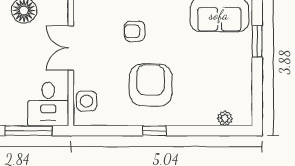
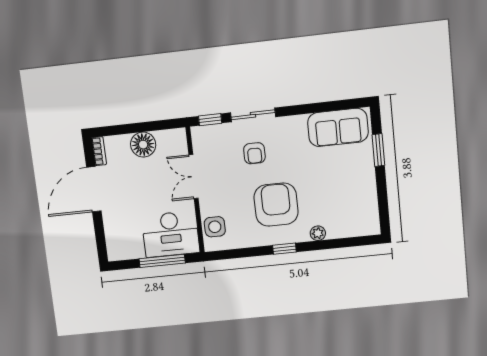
armchair: (135, 31) -> (254, 153), turned -90
desk: (48, 104) -> (171, 234), width x1.37
plant: (225, 118) -> (318, 233), moved

